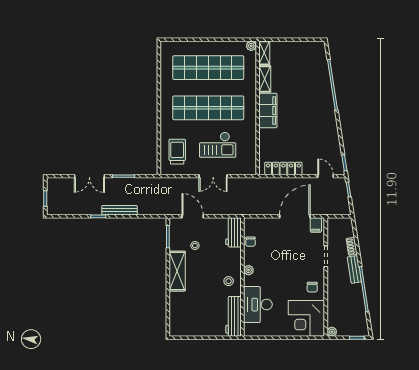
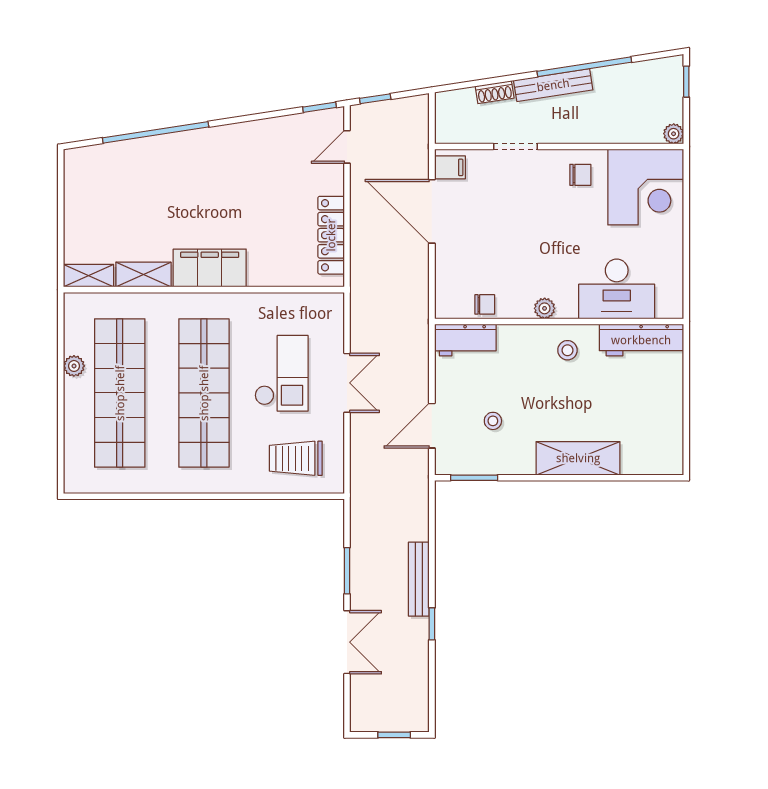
plant: (251, 46) -> (74, 366), moved
bench: (354, 269) -> (553, 85), width x1.36
shelving: (177, 271) -> (578, 458), moved

